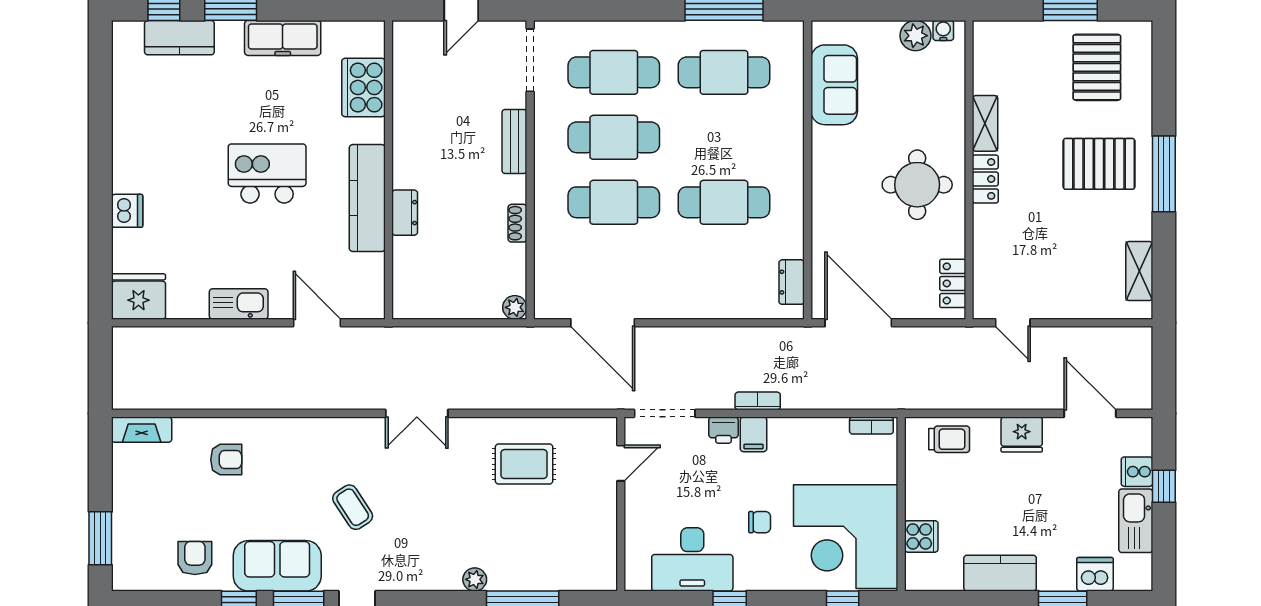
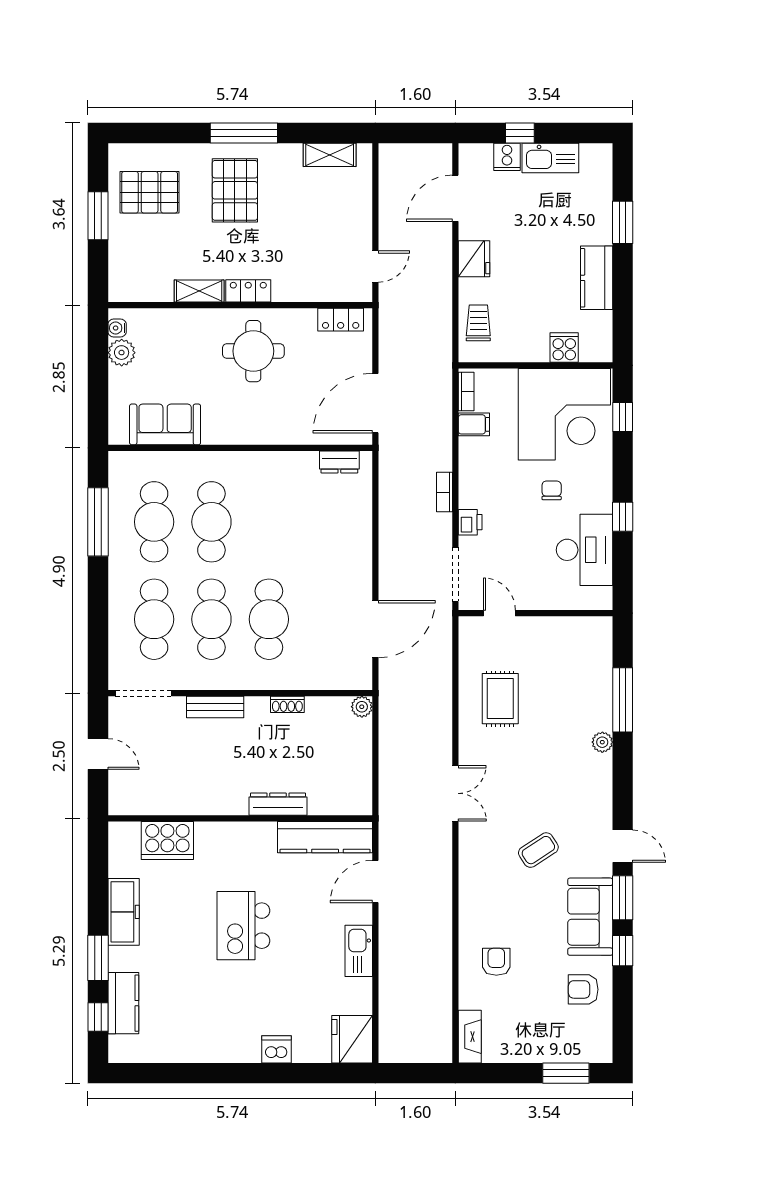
kitchen counter: (367, 198) -> (325, 837), moved
cafe table: (724, 202) -> (211, 522), moved
dresser: (405, 213) -> (278, 804), width x1.44
filing cabinet: (754, 434) -> (474, 424), moved
dishwasher: (1095, 574) -> (598, 194), removed

